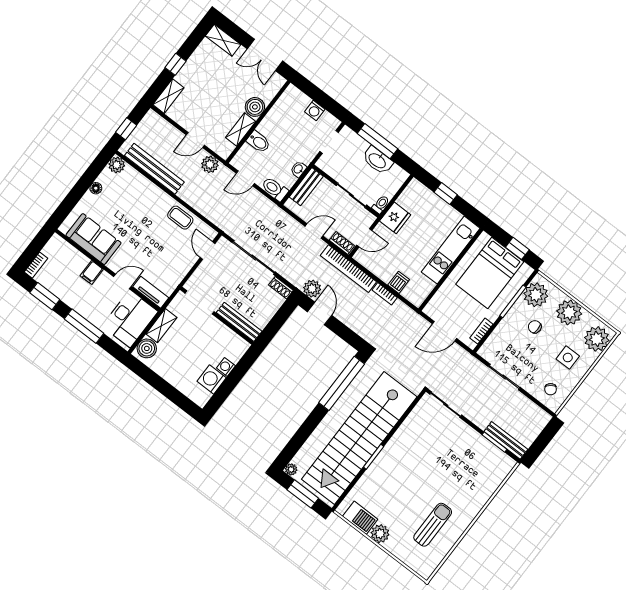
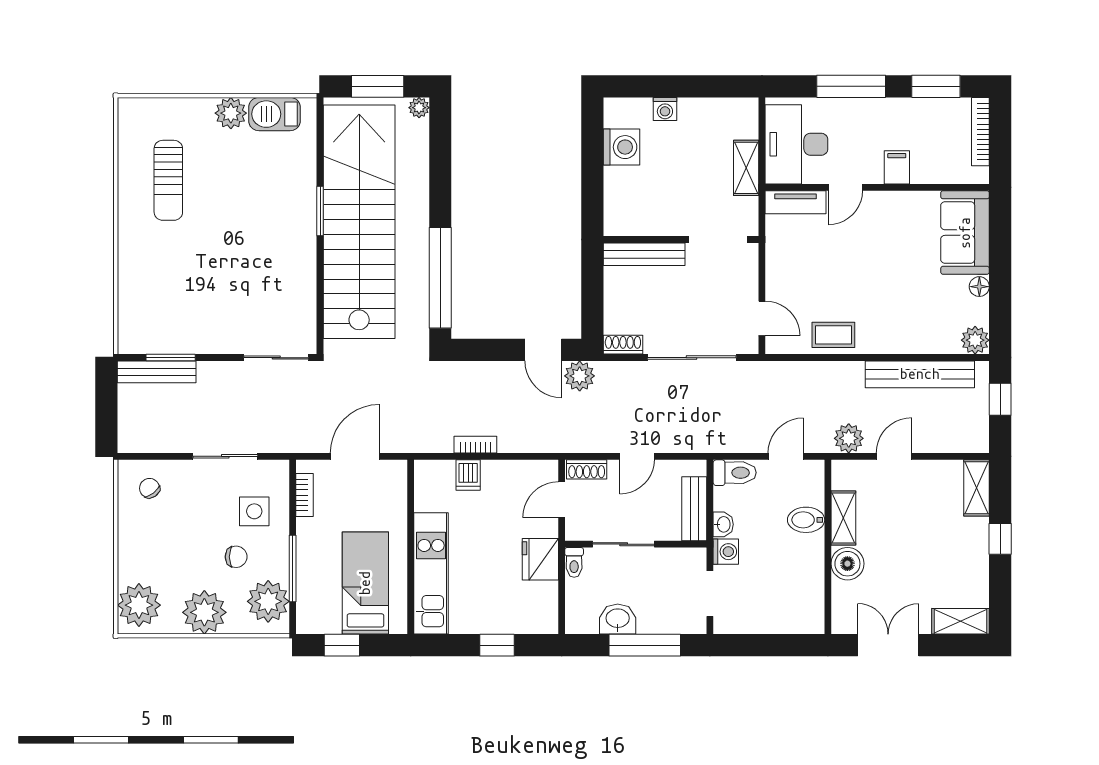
washing machine: (315, 110) -> (726, 552), moved, turned 90
washbasin: (377, 160) -> (618, 619), width x0.72
sofa: (93, 239) -> (965, 233), moved, turned 90
bookcase: (36, 265) -> (980, 132), width x1.56
bookcase: (348, 269) -> (551, 441), removed
bed: (490, 273) -> (365, 583), width x0.67
boiler: (147, 348) -> (742, 122), removed
side table: (568, 358) -> (254, 511), moved
washing machine: (226, 367) -> (665, 109), moved, turned 90

